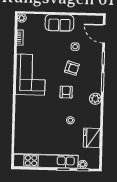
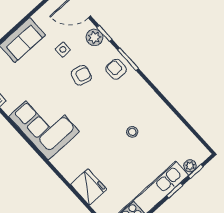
armchair: (66, 92) -> (116, 69), moved
plant: (95, 99) -> (94, 37), moved
fridge: (92, 138) -> (89, 187), moved, turned 180

